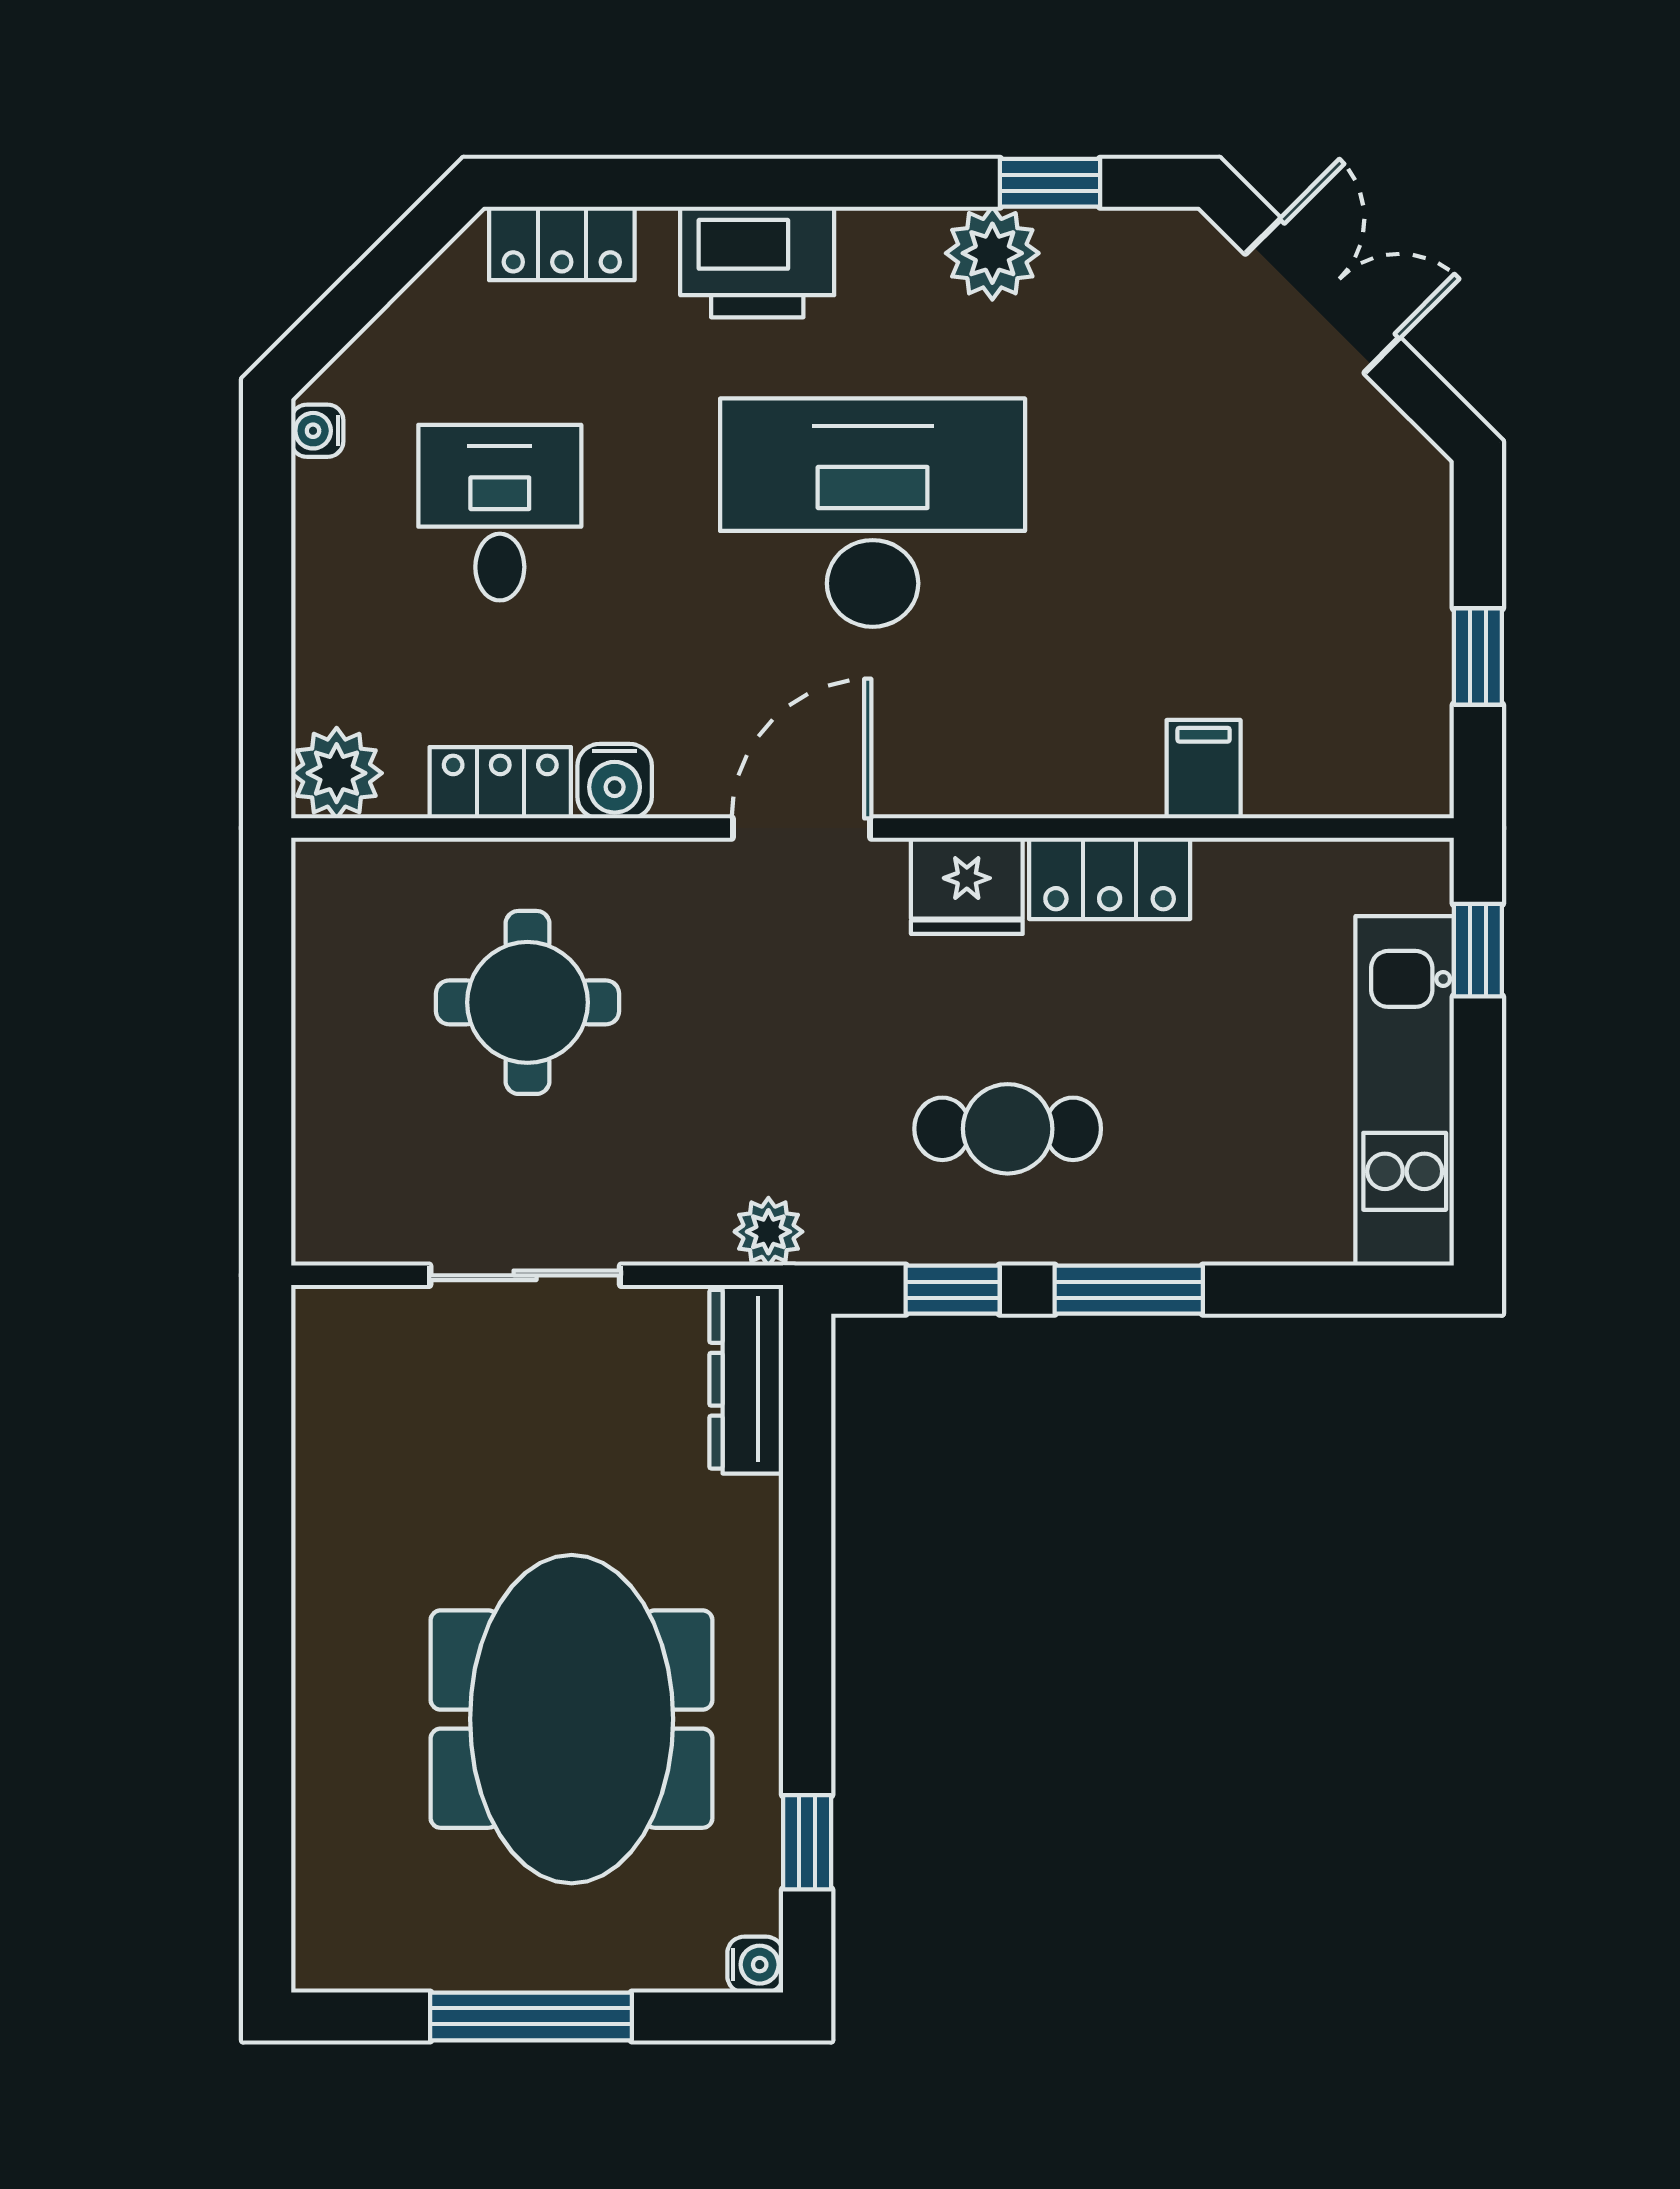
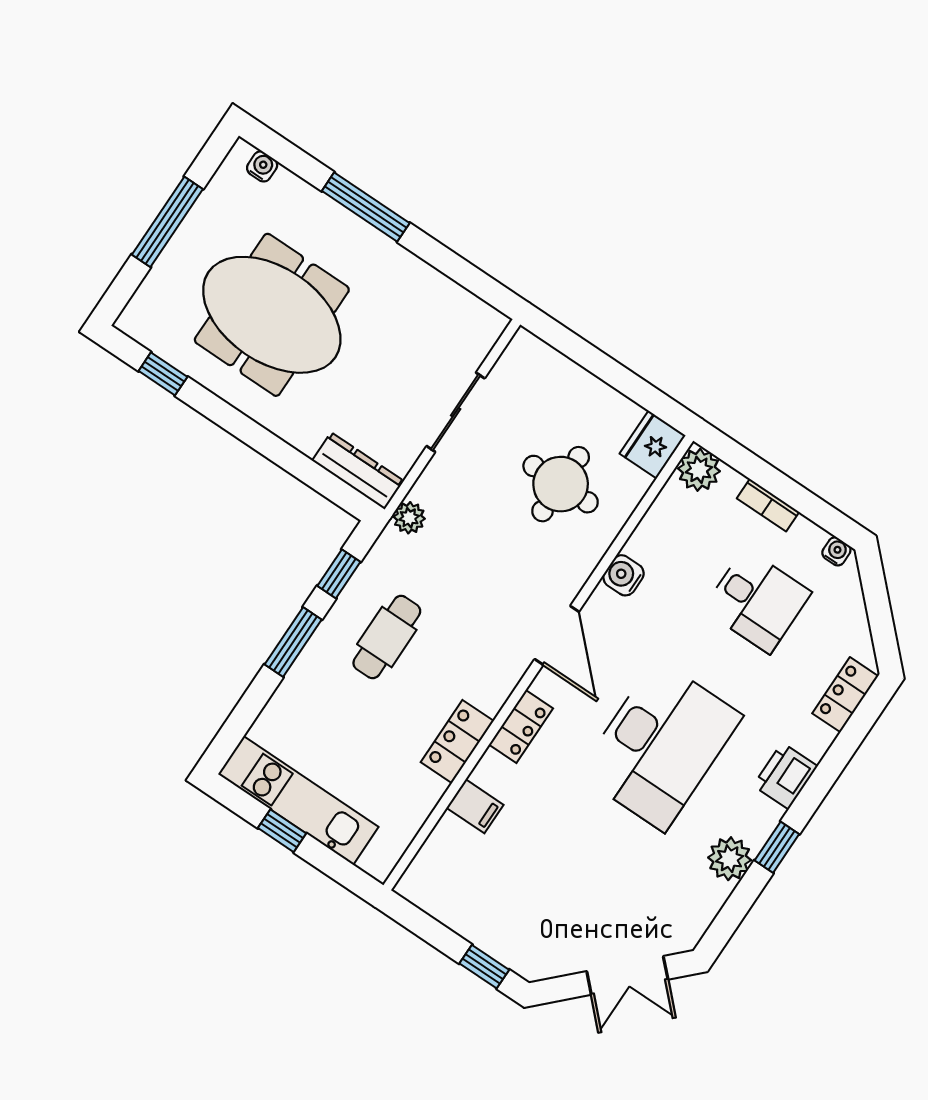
window: (1050, 183) -> (777, 847), moved
printer: (757, 262) -> (785, 776), width x0.73, depth x0.84
bookcase: (317, 608) -> (768, 505), added
window: (1478, 656) -> (484, 967), moved
locker: (500, 783) -> (521, 727), moved
fridge: (967, 886) -> (653, 445), moved
window: (1478, 950) -> (282, 831), moved
window: (267, 1681) -> (366, 207), added
water cooler: (755, 1965) -> (262, 166), moved, turned 180

